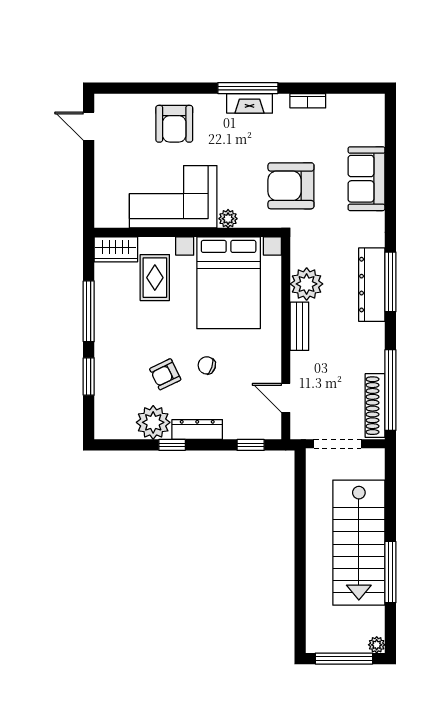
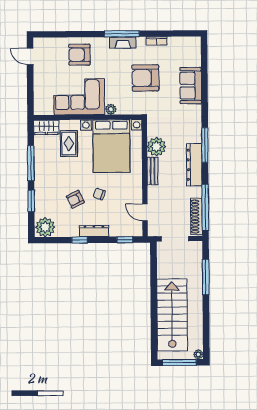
armchair: (174, 124) -> (79, 55), turned 90
armchair: (291, 186) -> (145, 78), moved
dresser: (372, 285) -> (194, 165), moved
plant: (153, 422) -> (45, 227), moved
stairs: (359, 543) -> (172, 315), moved, turned 180
window: (390, 572) -> (206, 277), moved

